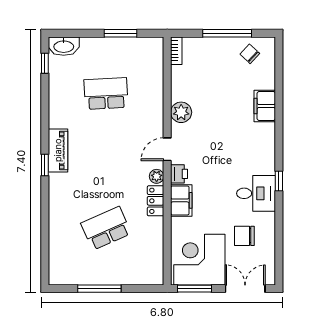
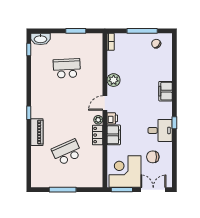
filing cabinet: (265, 106) -> (166, 91), moved
piano: (58, 150) -> (37, 132), moved

